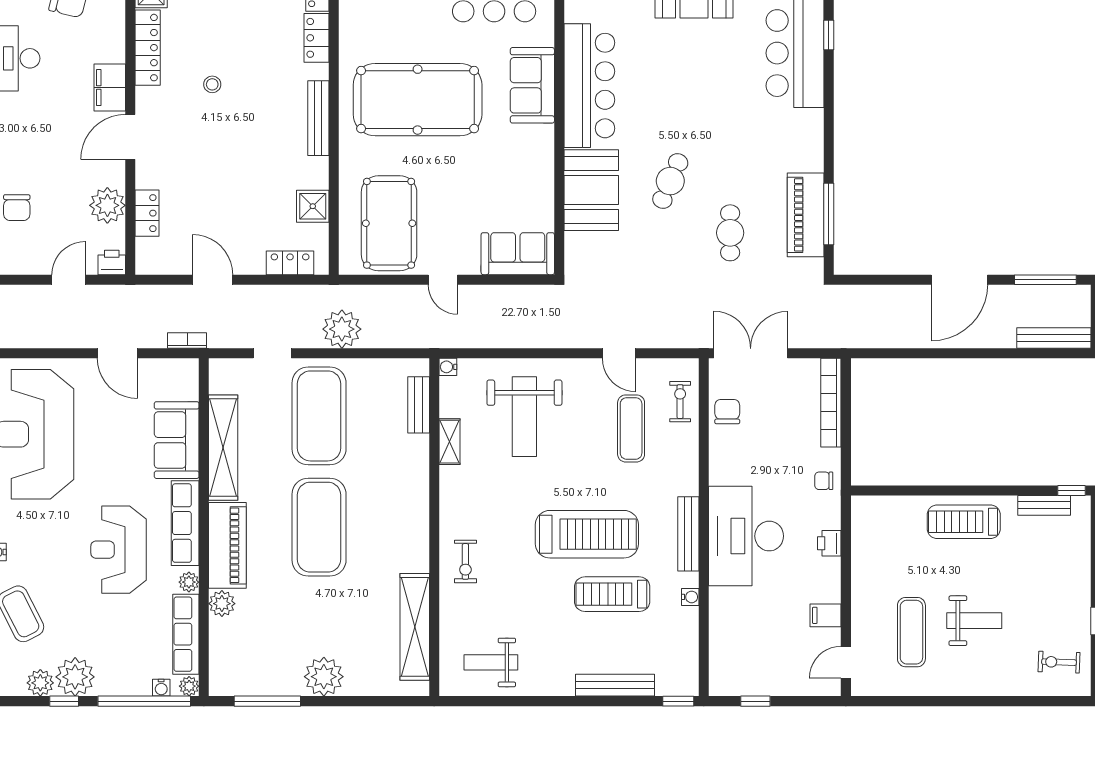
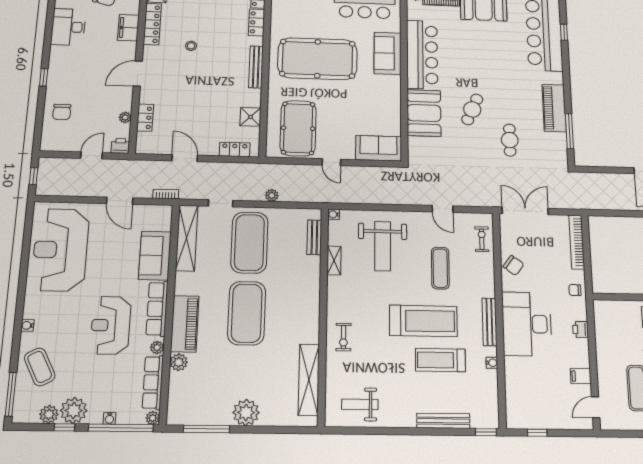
filing cabinet: (110, 88) -> (128, 28), moved
plant: (107, 205) -> (125, 117), width x0.53, depth x0.53
piano: (806, 215) -> (554, 108), moved
plant: (342, 329) -> (272, 195), width x0.53, depth x0.53
chair: (727, 412) -> (514, 265), moved, turned 126
exercise mat: (631, 428) -> (440, 268), moved
shelving: (223, 448) -> (187, 238), moved
water cooler: (161, 688) -> (109, 418), moved

